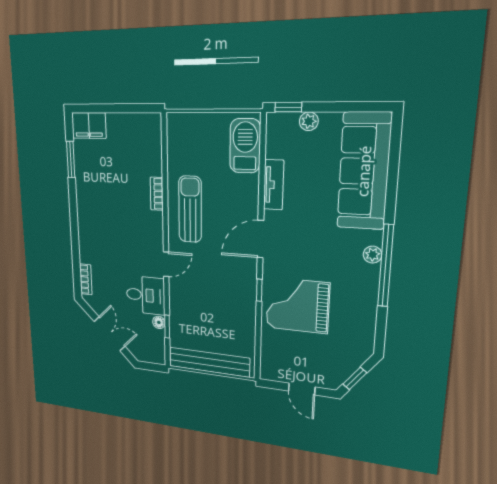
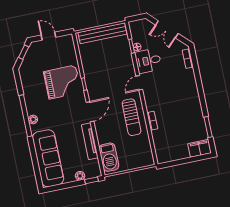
tv unit: (274, 185) -> (90, 141), width x1.41

